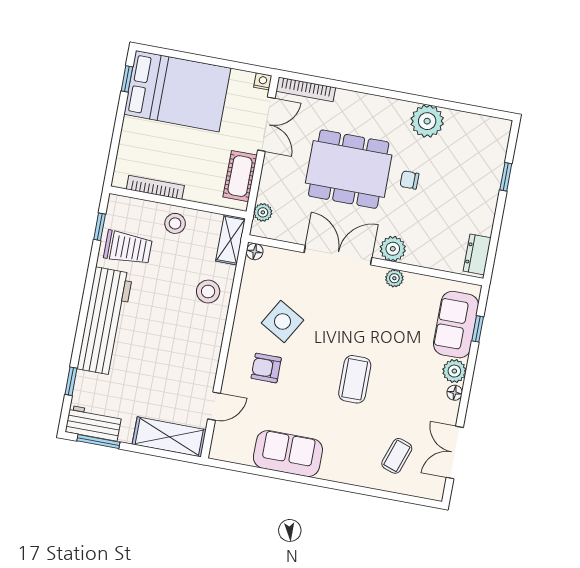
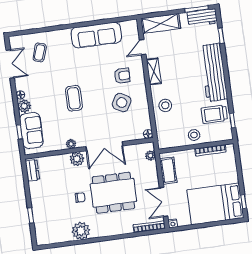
shelving: (231, 240) -> (154, 71), moved
coffee table: (355, 379) -> (74, 98), moved
sofa: (288, 454) -> (96, 35), width x1.36

